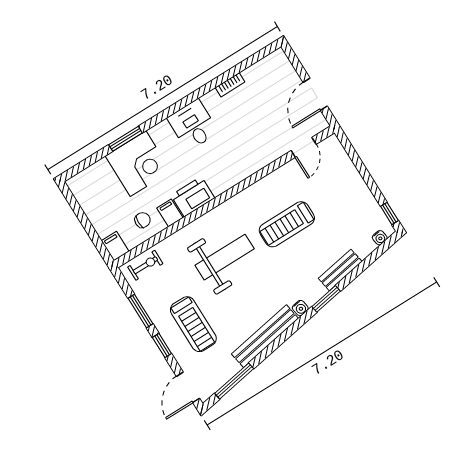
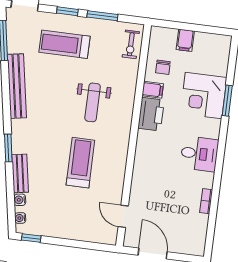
filing cabinet: (115, 246) -> (185, 40), moved, turned 90
weight bench: (225, 257) -> (93, 102), width x0.73, depth x0.75
water cooler: (300, 308) -> (20, 200), moved

